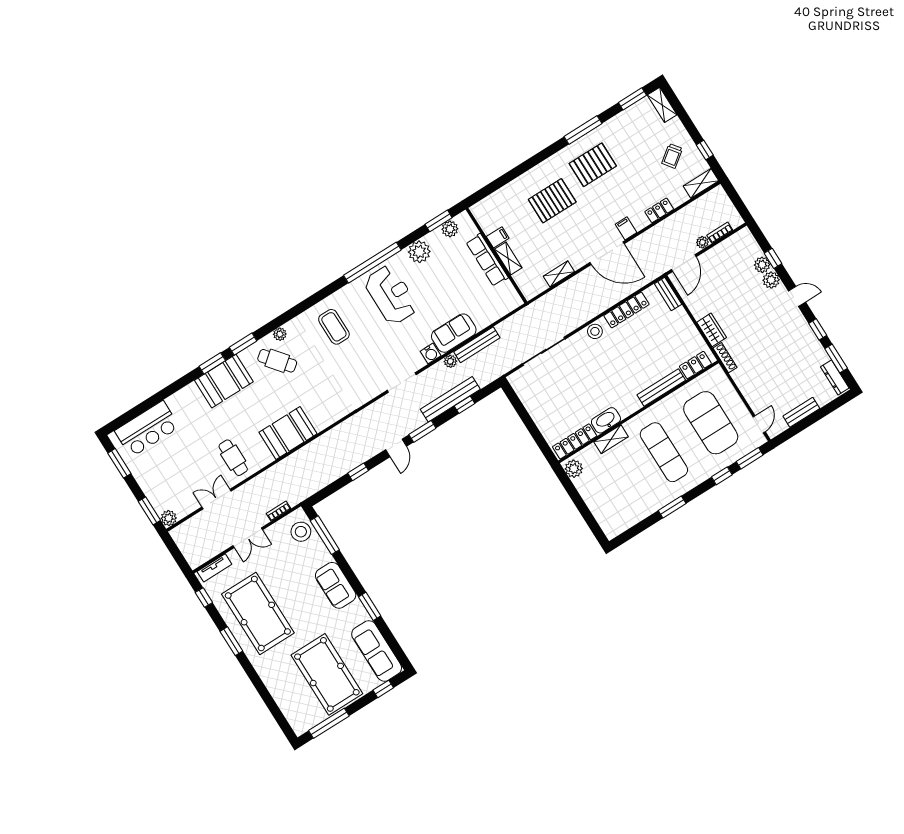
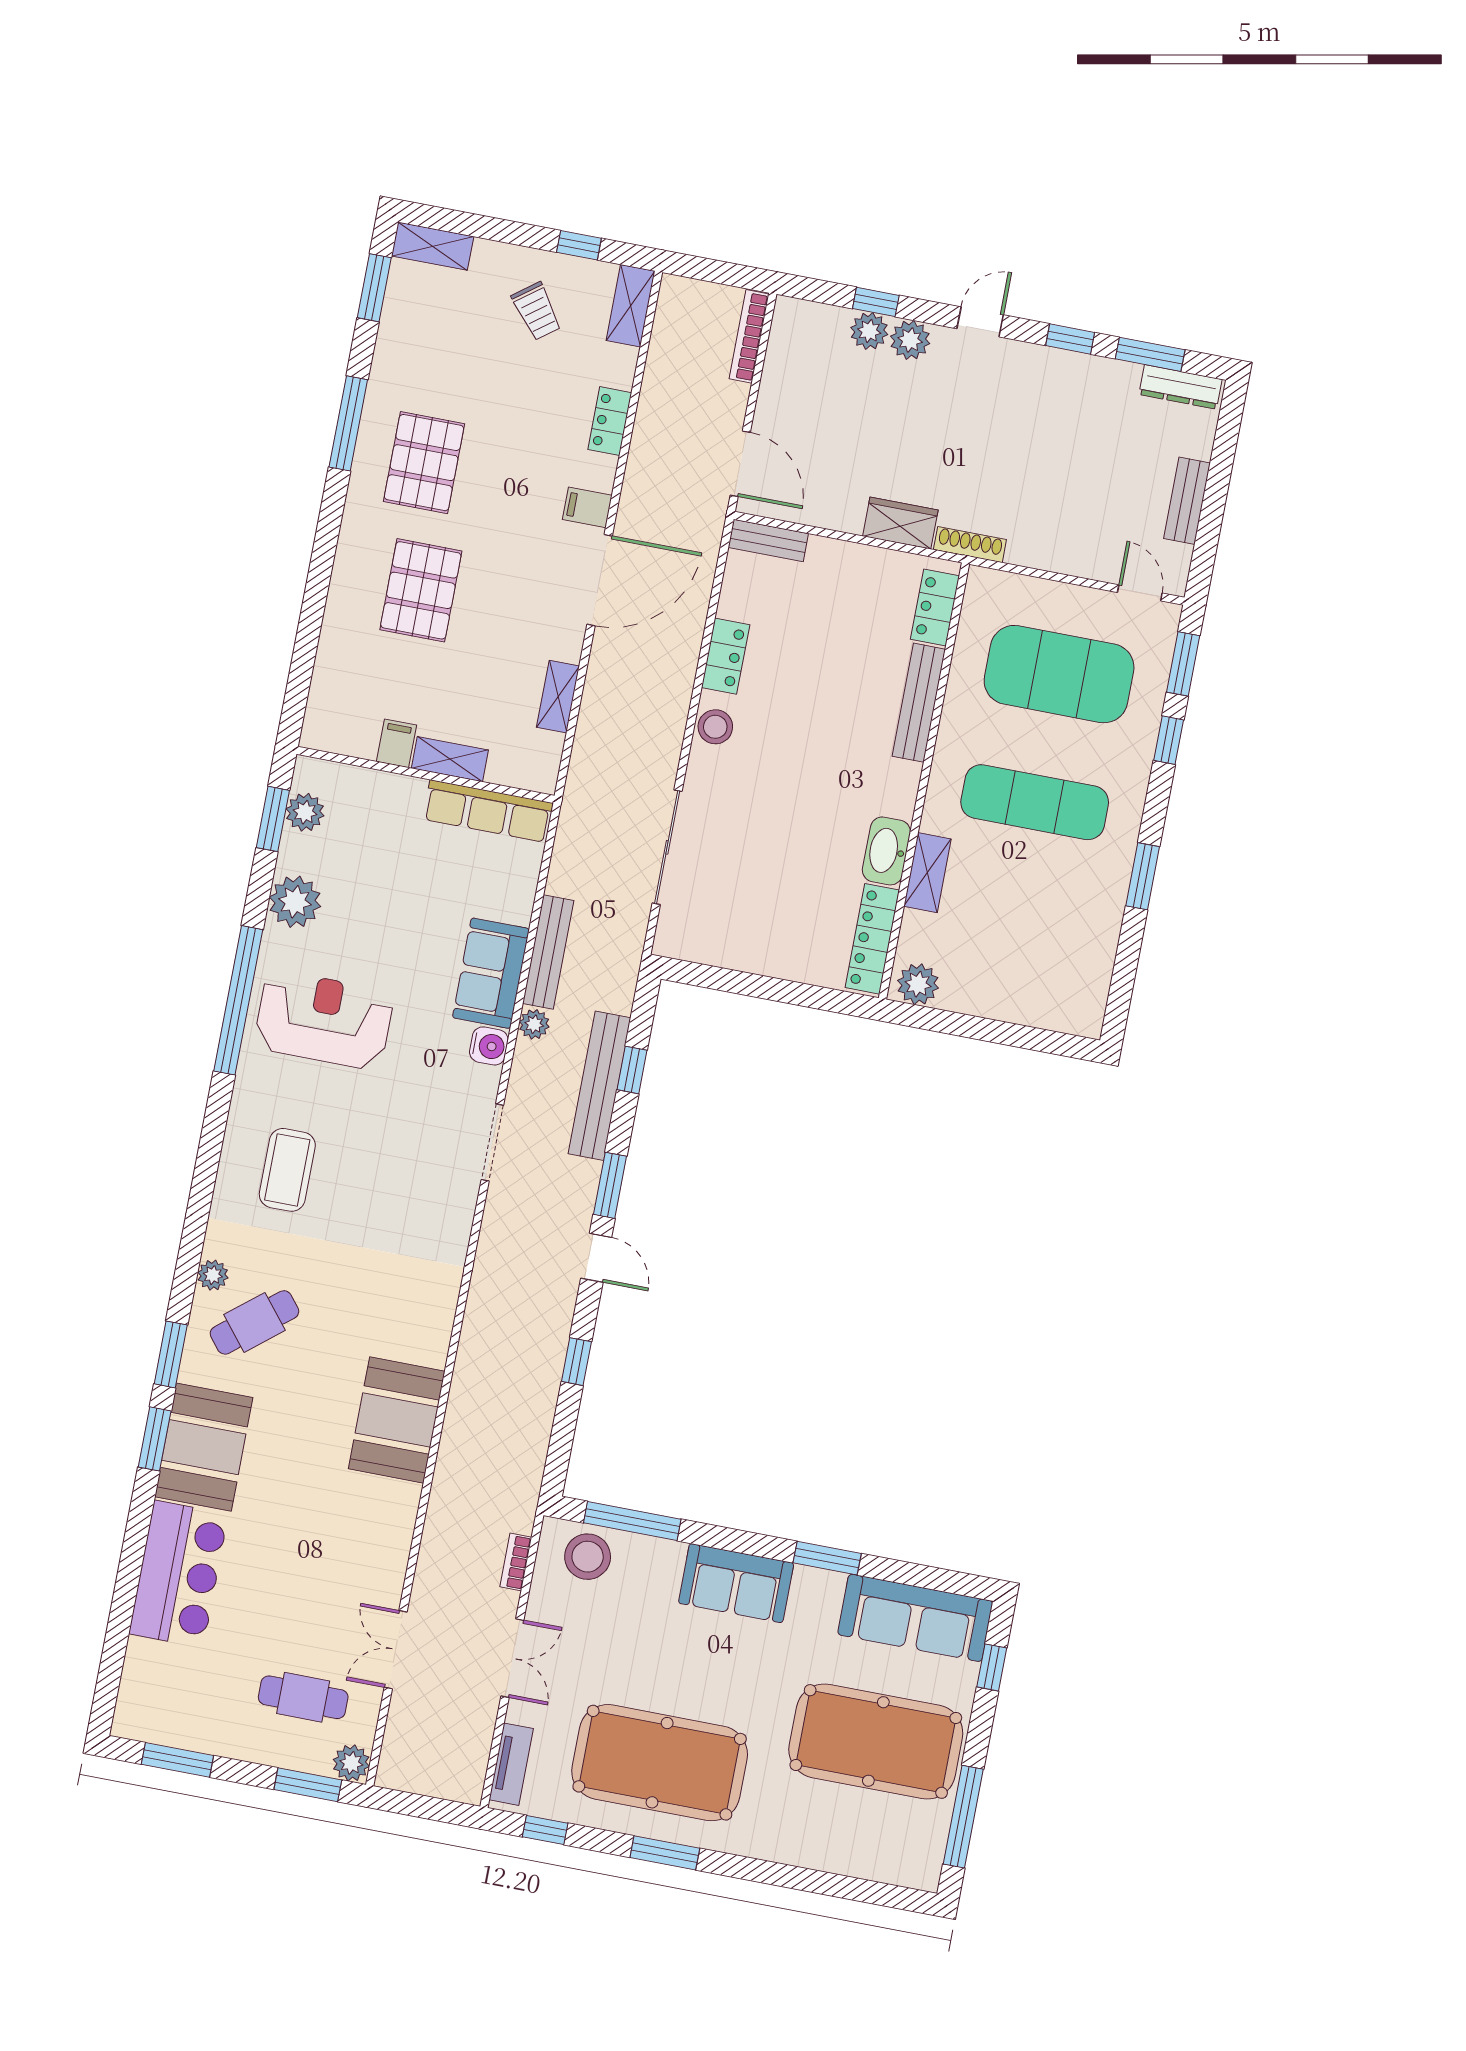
bookcase: (720, 233) -> (749, 336), width x1.56
plant: (702, 242) -> (734, 398), removed
row of seats: (487, 260) -> (488, 811), moved
locker: (627, 310) -> (726, 656), width x0.66
coffee table: (334, 327) -> (287, 1170), turned 90
bar counter: (147, 429) -> (179, 1574), moved
cafe table: (233, 458) -> (303, 1697), moved

